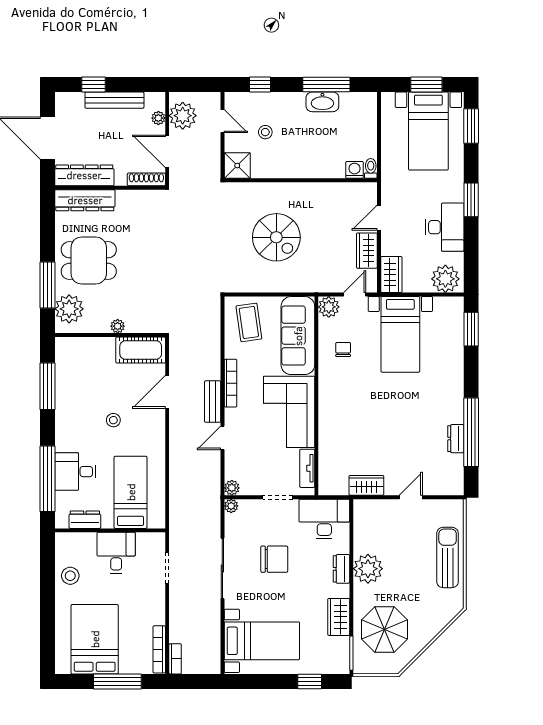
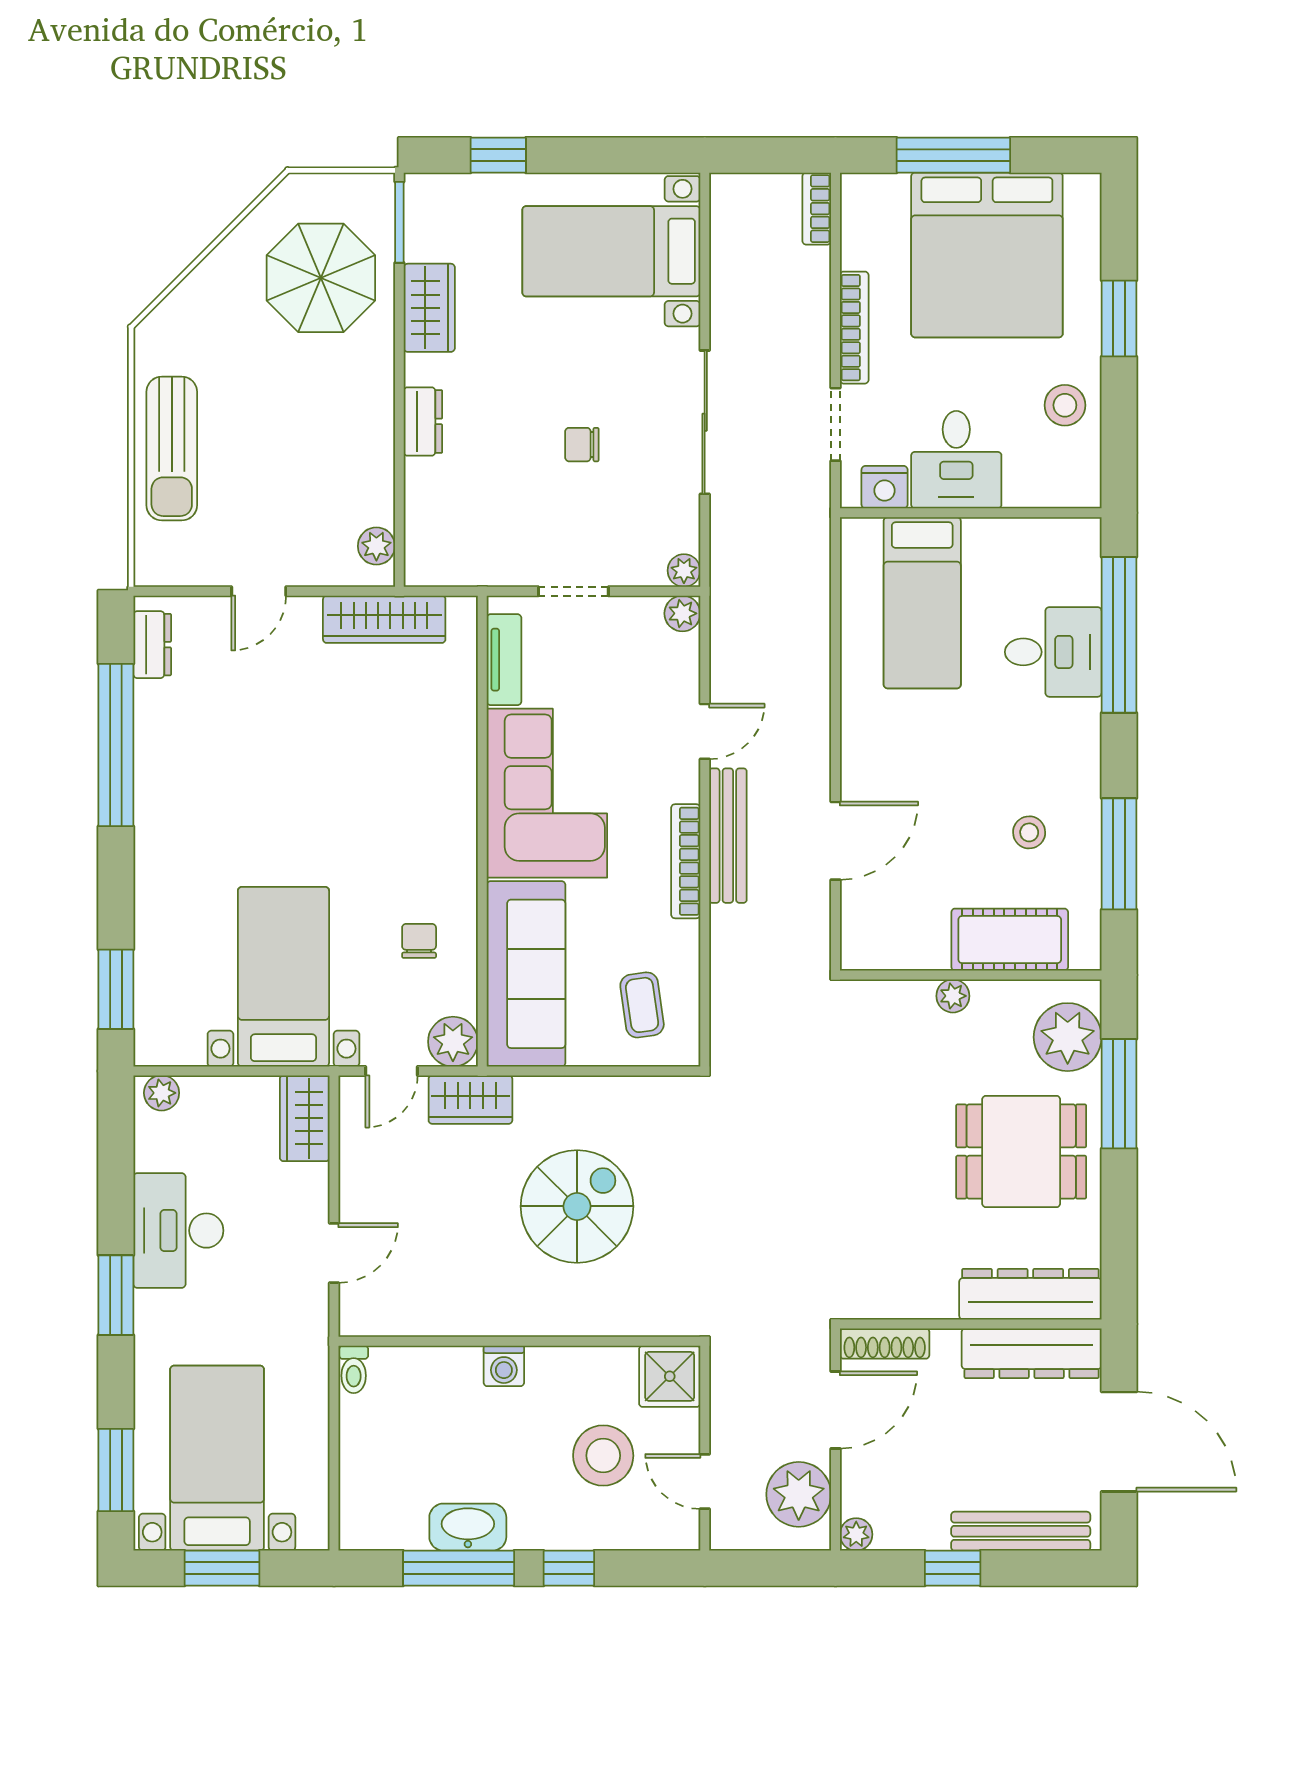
window: (94, 85) -> (953, 1568), moved
window: (260, 85) -> (569, 1568), moved
bench: (114, 100) -> (1021, 1531), moved
plant: (158, 118) -> (856, 1534), moved
stool: (265, 132) -> (603, 1456), width x1.89, depth x1.89
door: (167, 151) -> (835, 1410), hinge flipped
washing machine: (355, 170) -> (504, 1366), moved
spiral stairs: (276, 237) -> (577, 1206), turned 90
wardrobe: (367, 251) -> (470, 1100), moved, turned 90
plant: (445, 279) -> (162, 1093), width x0.53, depth x0.53
coffee table: (249, 322) -> (642, 1005), width x0.73, depth x0.77
chair: (343, 349) -> (419, 941), turned 180
cot: (141, 350) -> (1010, 940), moved
bench: (213, 402) -> (728, 836), width x1.36
stool: (113, 420) -> (1029, 832), moved
dresser: (456, 439) -> (152, 645), moved
wardrobe: (366, 485) -> (384, 619), width x1.50
desk: (324, 519) -> (463, 540), removed
dresser: (85, 520) -> (1030, 538), removed
nightstand: (146, 541) -> (885, 487), added
chair: (274, 559) -> (582, 445), width x0.54, depth x0.54
plant: (368, 569) -> (376, 546), moved, width x0.53, depth x0.53
window: (47, 612) -> (1119, 318), added
bed: (95, 639) -> (987, 255), width x1.36
bookcase: (159, 649) -> (854, 328), moved

